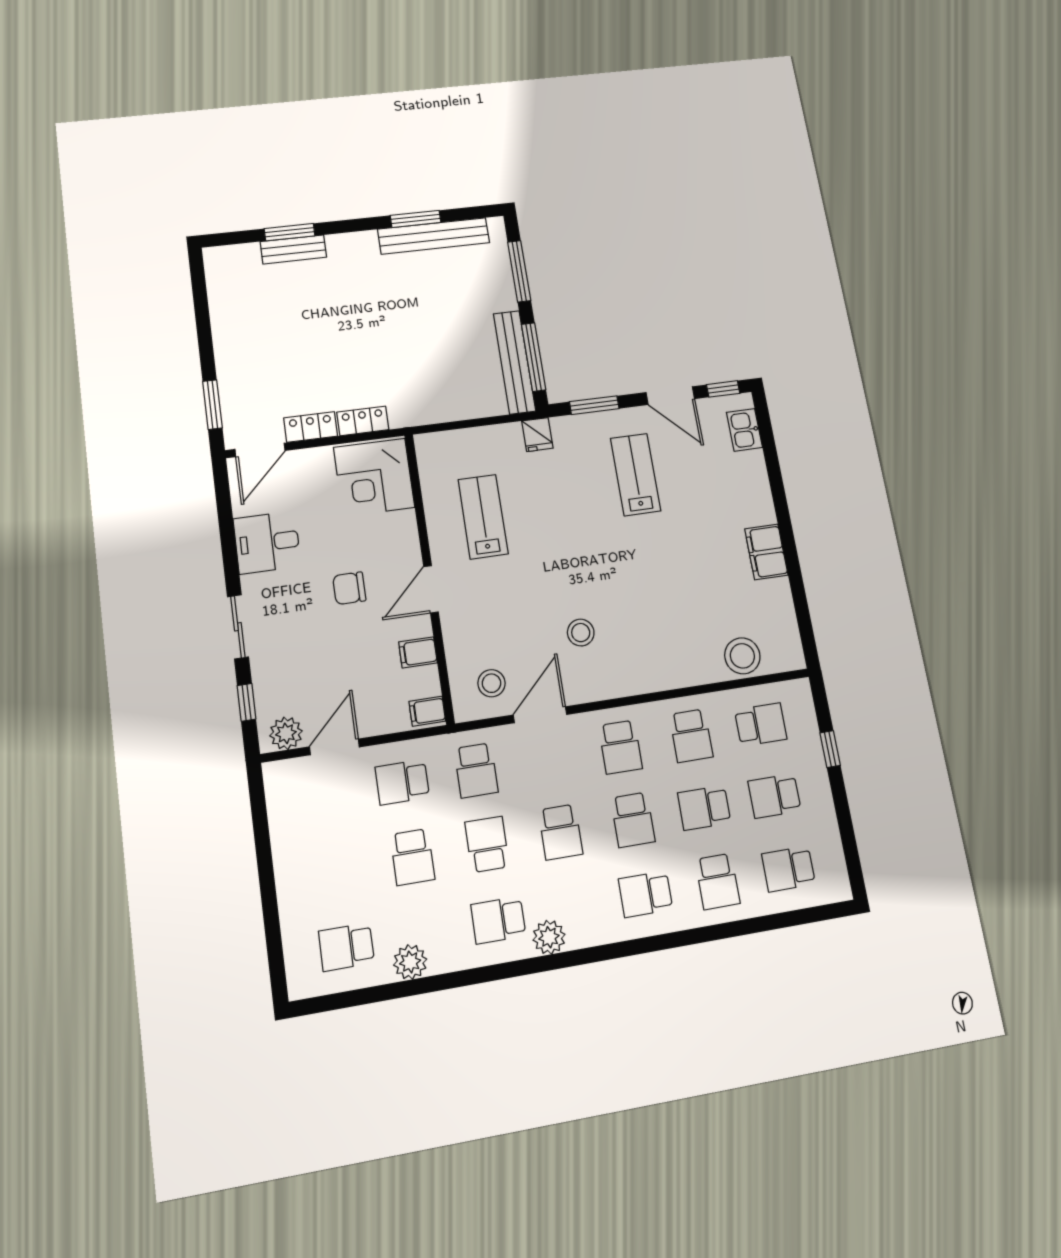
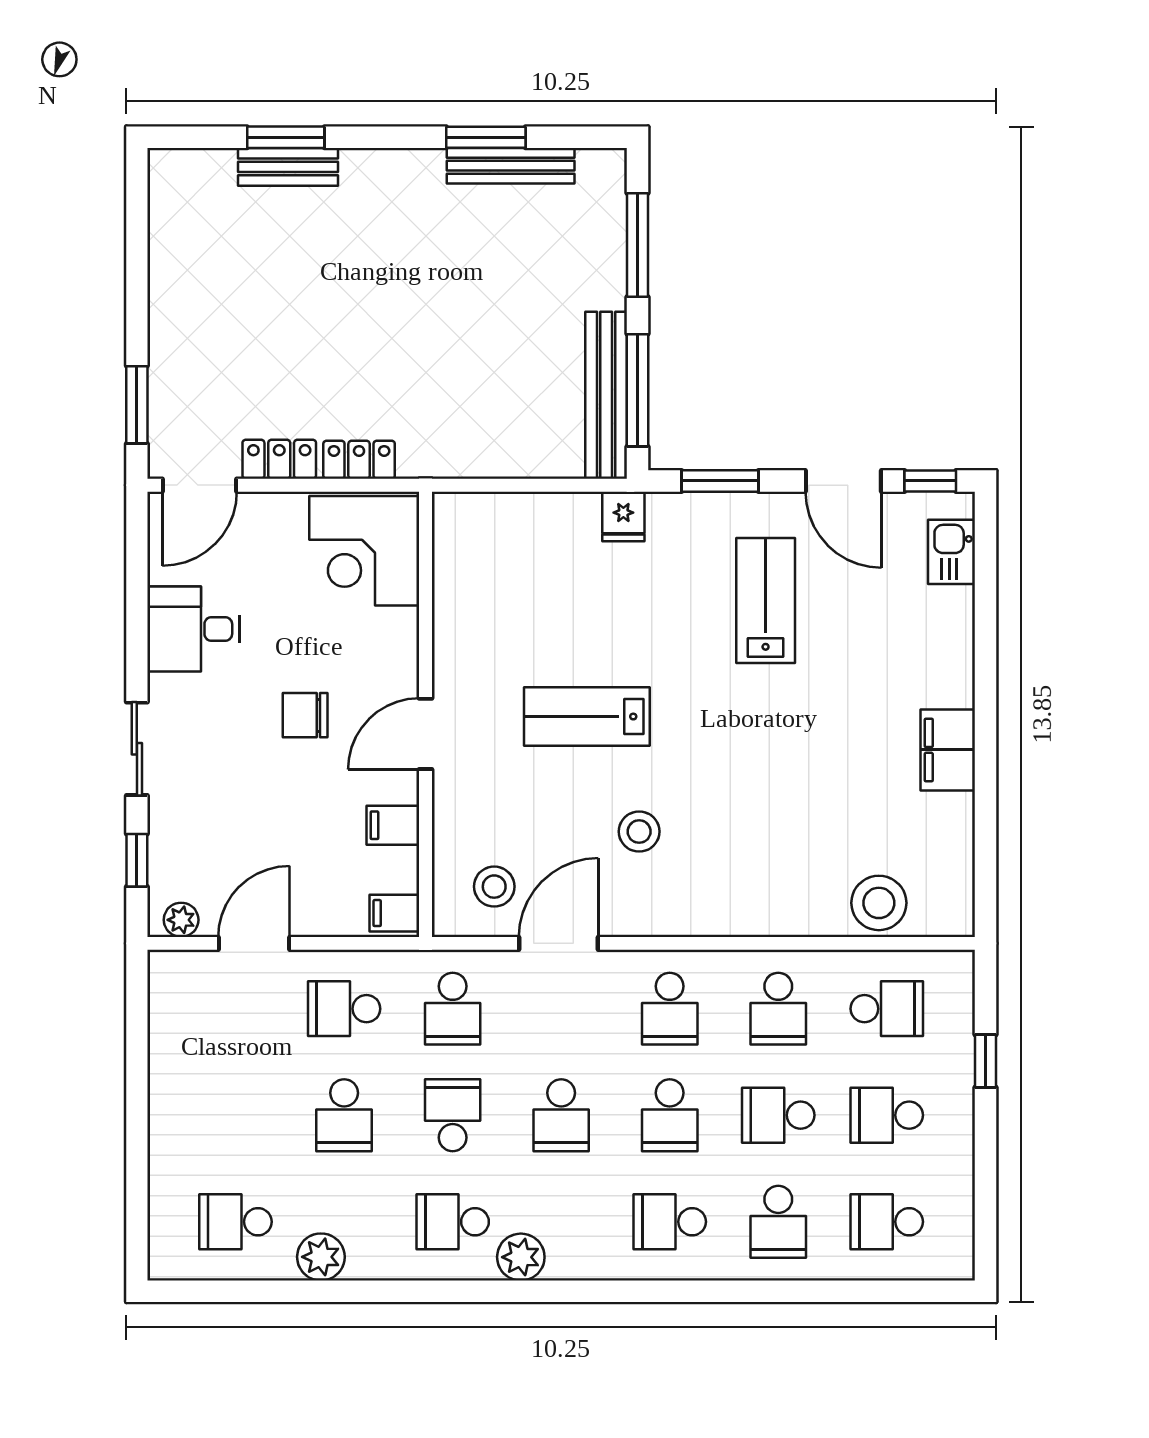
bench: (434, 236) -> (511, 166), width x0.73, depth x0.82
lab bench: (483, 517) -> (587, 717), moved, turned -90
plant: (286, 733) -> (181, 920), width x0.73, depth x0.73

